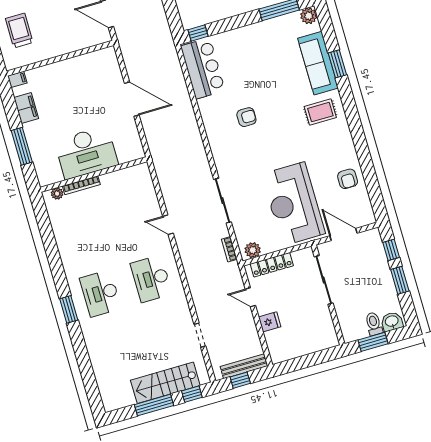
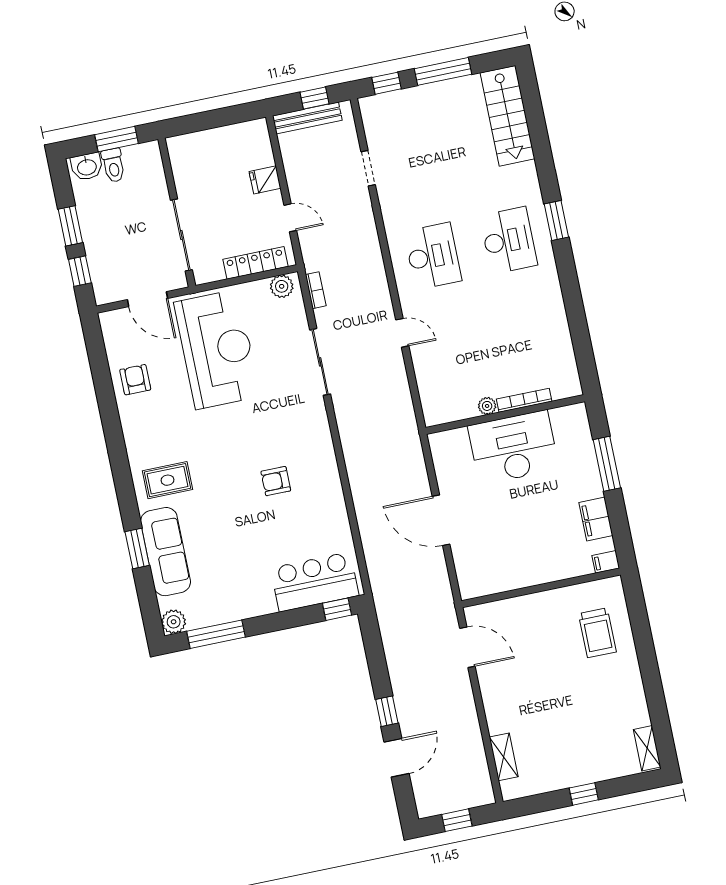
bar counter: (203, 68) -> (315, 582), moved, turned 90
plant: (57, 194) -> (487, 406), moved
stairs: (165, 383) -> (507, 116), moved, turned 90

